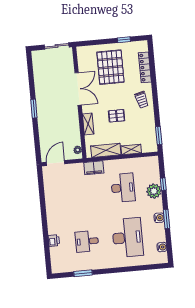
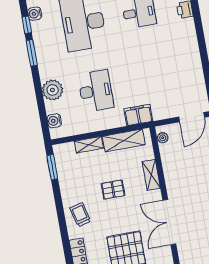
window: (163, 184) -> (27, 25), moved
desk: (123, 188) -> (96, 91), turned 180
water cooler: (159, 218) -> (54, 121), moved

